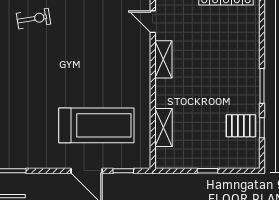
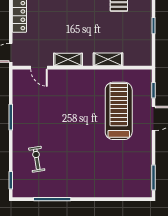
door: (153, 22) -> (39, 68), hinge flipped
shelving: (163, 128) -> (108, 59), moved

